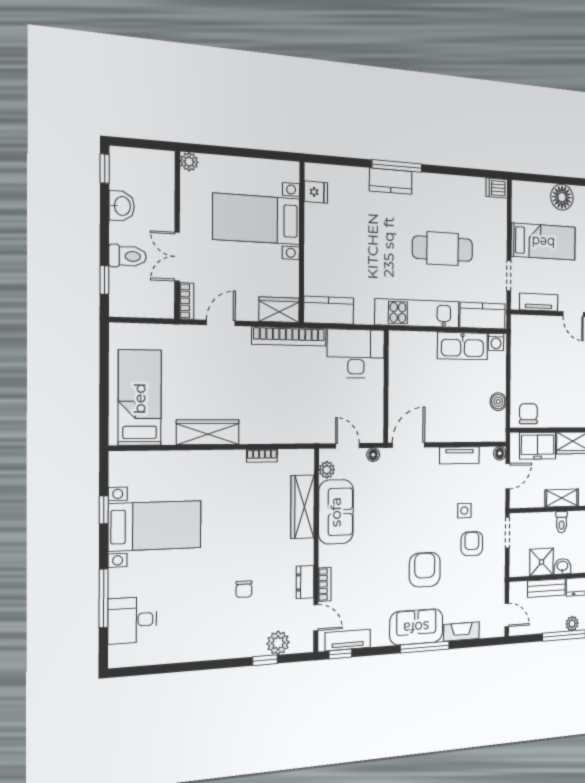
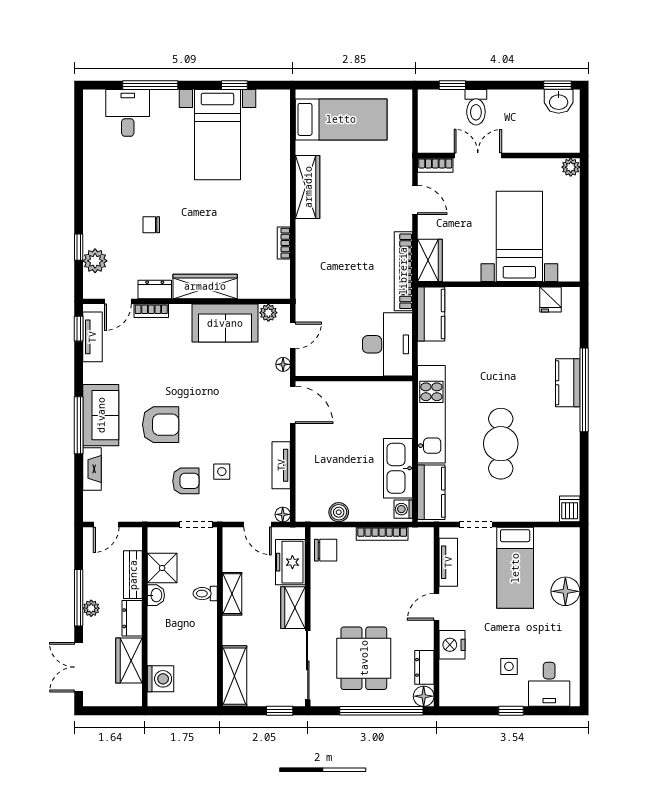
window: (397, 166) -> (584, 390), width x1.46
washbasin: (122, 206) -> (559, 101), moved
bookcase: (516, 362) -> (382, 534), added
wardrobe: (303, 507) -> (205, 286), moved

